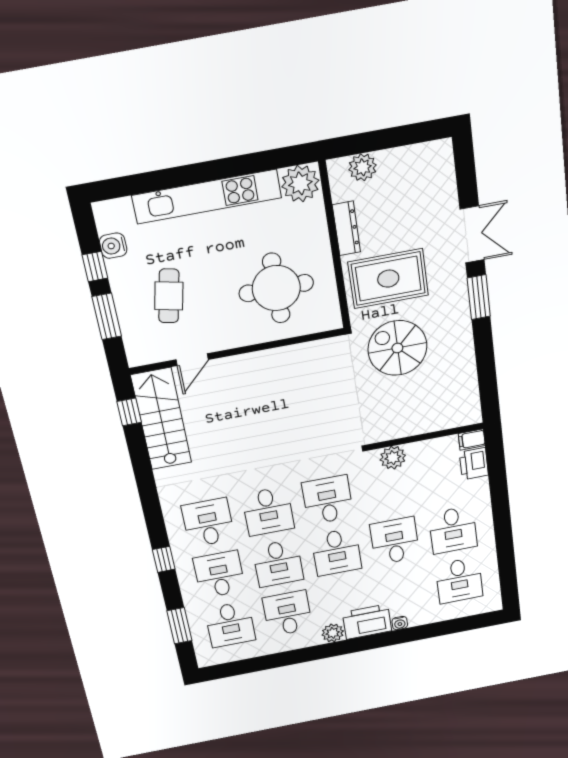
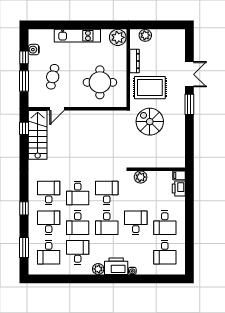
kitchen unit: (207, 197) -> (77, 36), width x0.73

